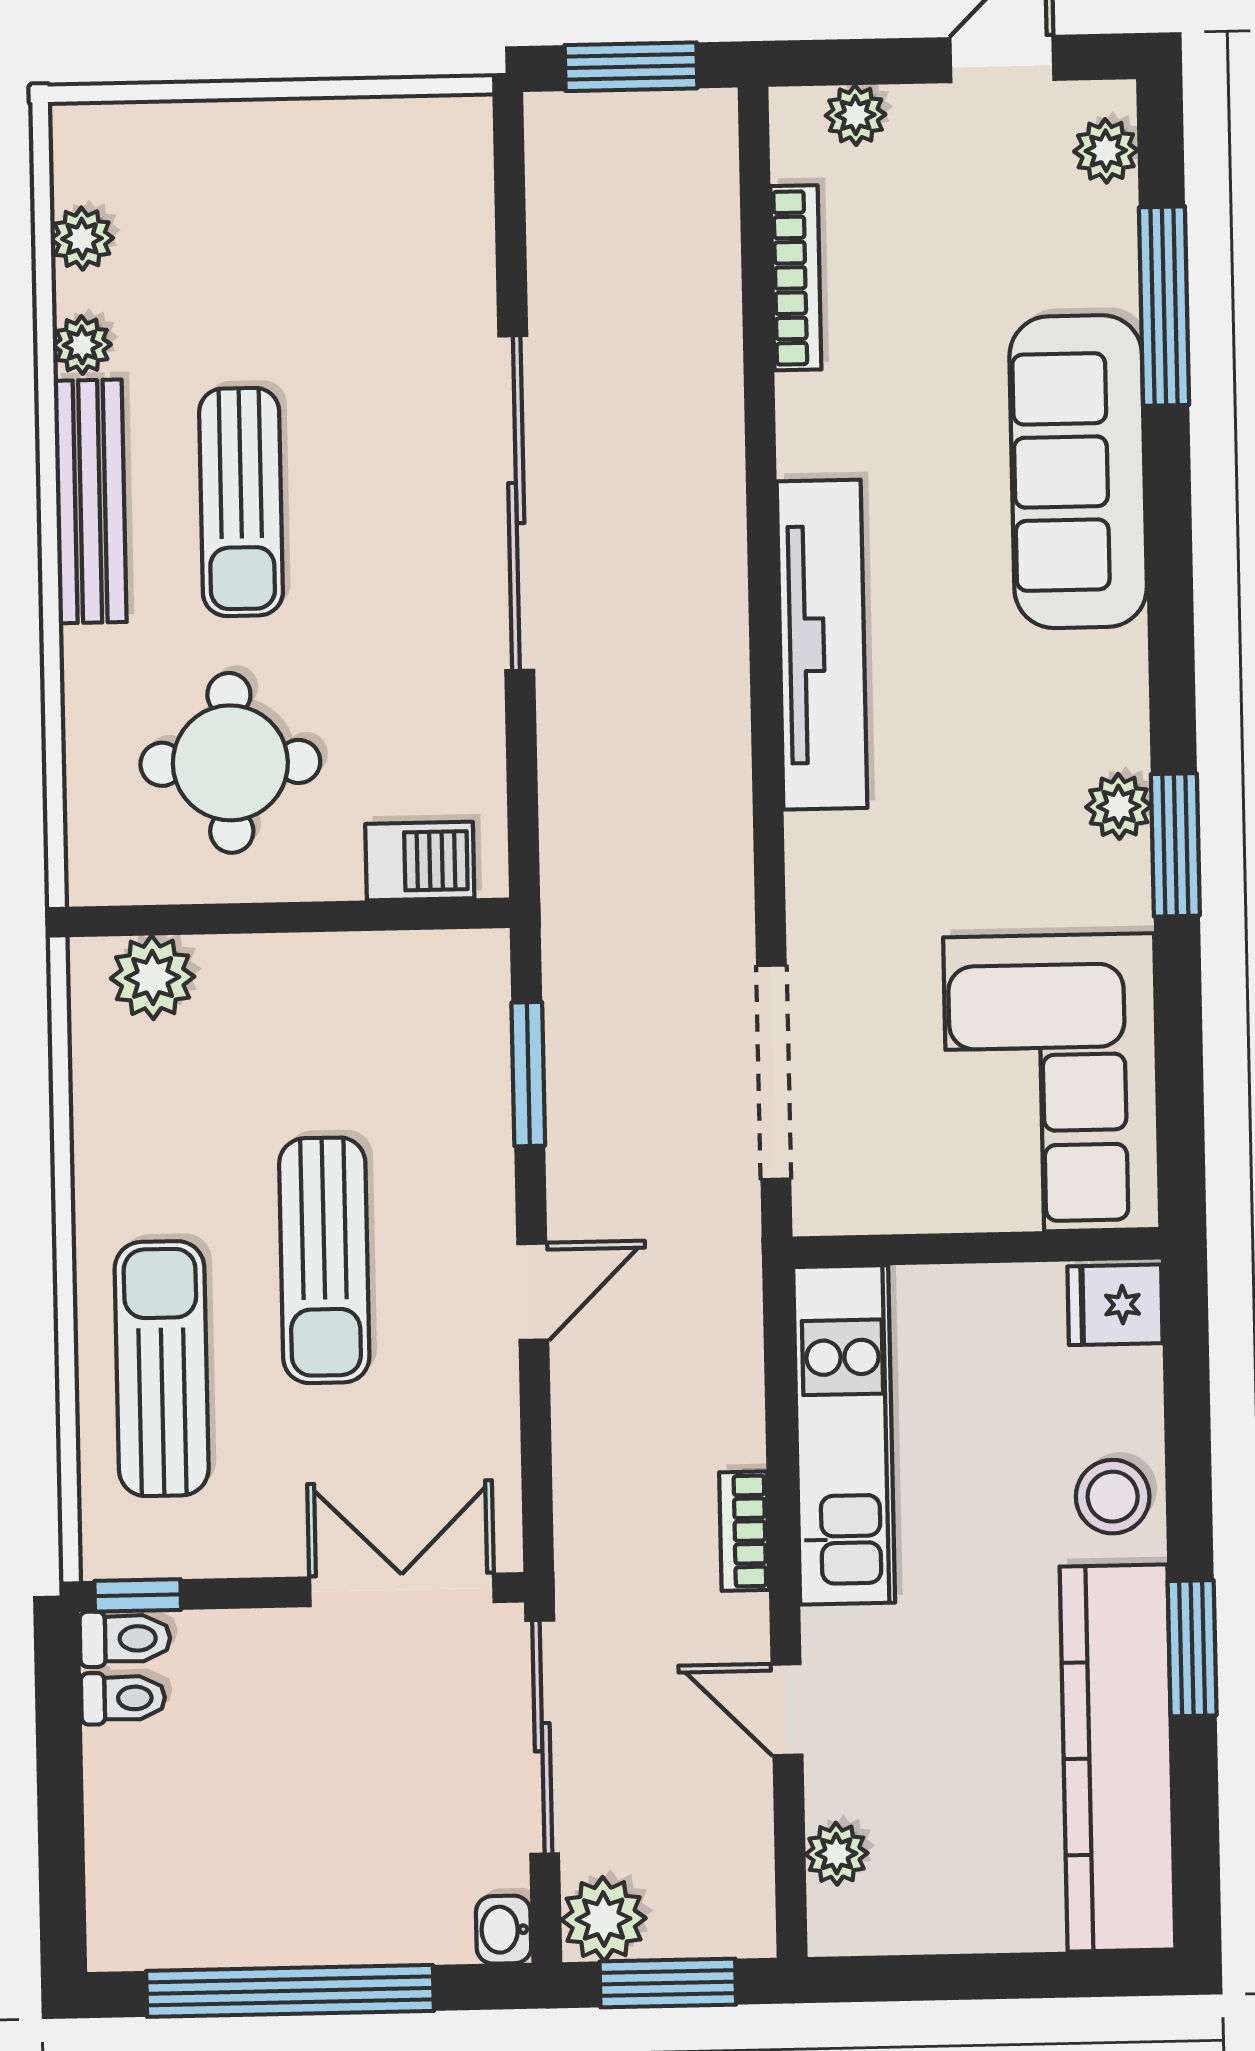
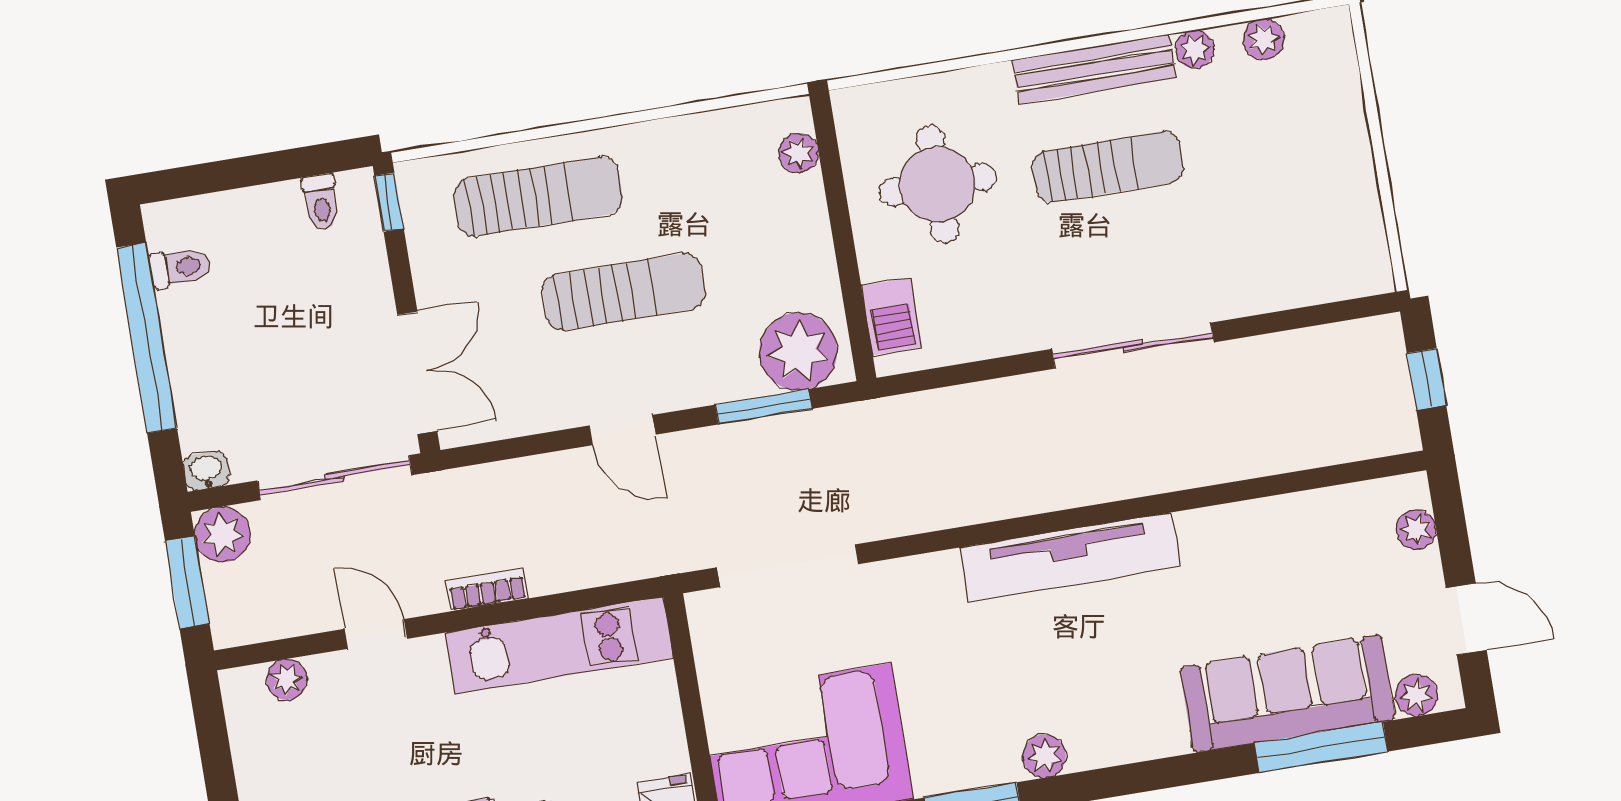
window: (631, 67) -> (1427, 379), width x0.67
bookcase: (796, 278) -> (1305, 506), removed
sofa: (1078, 472) -> (1287, 694), moved
sun lounger: (241, 502) -> (1108, 167), turned 180
sliding door: (516, 503) -> (1133, 346), width x0.73
plant: (1119, 806) -> (1044, 756), moved
plant: (153, 977) -> (799, 153), width x0.73, depth x0.73
plant: (452, 1010) -> (798, 351), added
sun lounger: (324, 1260) -> (624, 292), turned 180
toilet: (125, 1639) -> (180, 268), moved, turned -90
door: (787, 1710) -> (376, 634), hinge flipped

